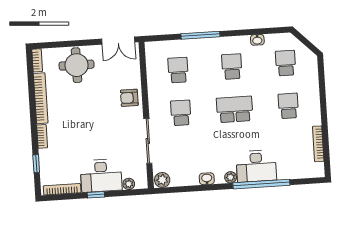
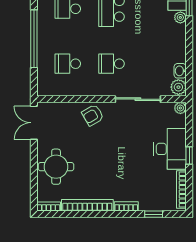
window: (200, 35) -> (34, 39), width x1.46
double door: (118, 41) -> (34, 123), swing flipped
armchair: (129, 98) -> (93, 115), turned 60
washbasin: (207, 179) -> (180, 71), moved
plant: (129, 184) -> (180, 108), moved

